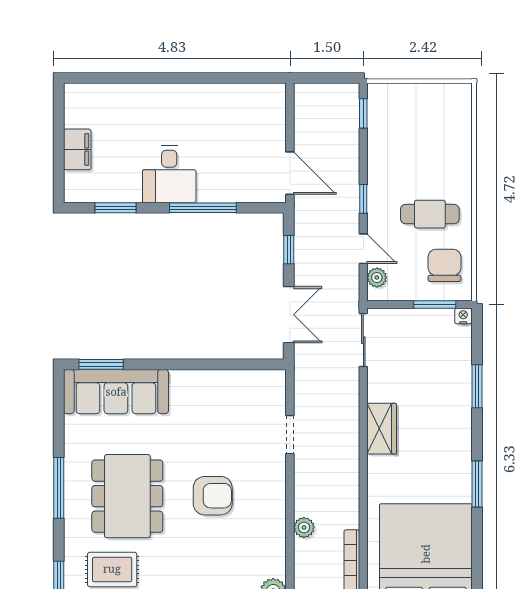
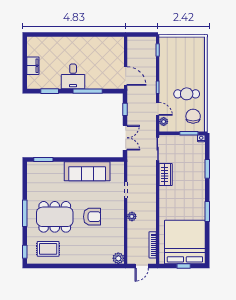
sofa: (116, 392) -> (87, 171), moved
wardrobe: (382, 429) -> (166, 174), moved
dining table: (127, 496) -> (55, 217), turned 90
plant: (304, 527) -> (132, 216), moved

